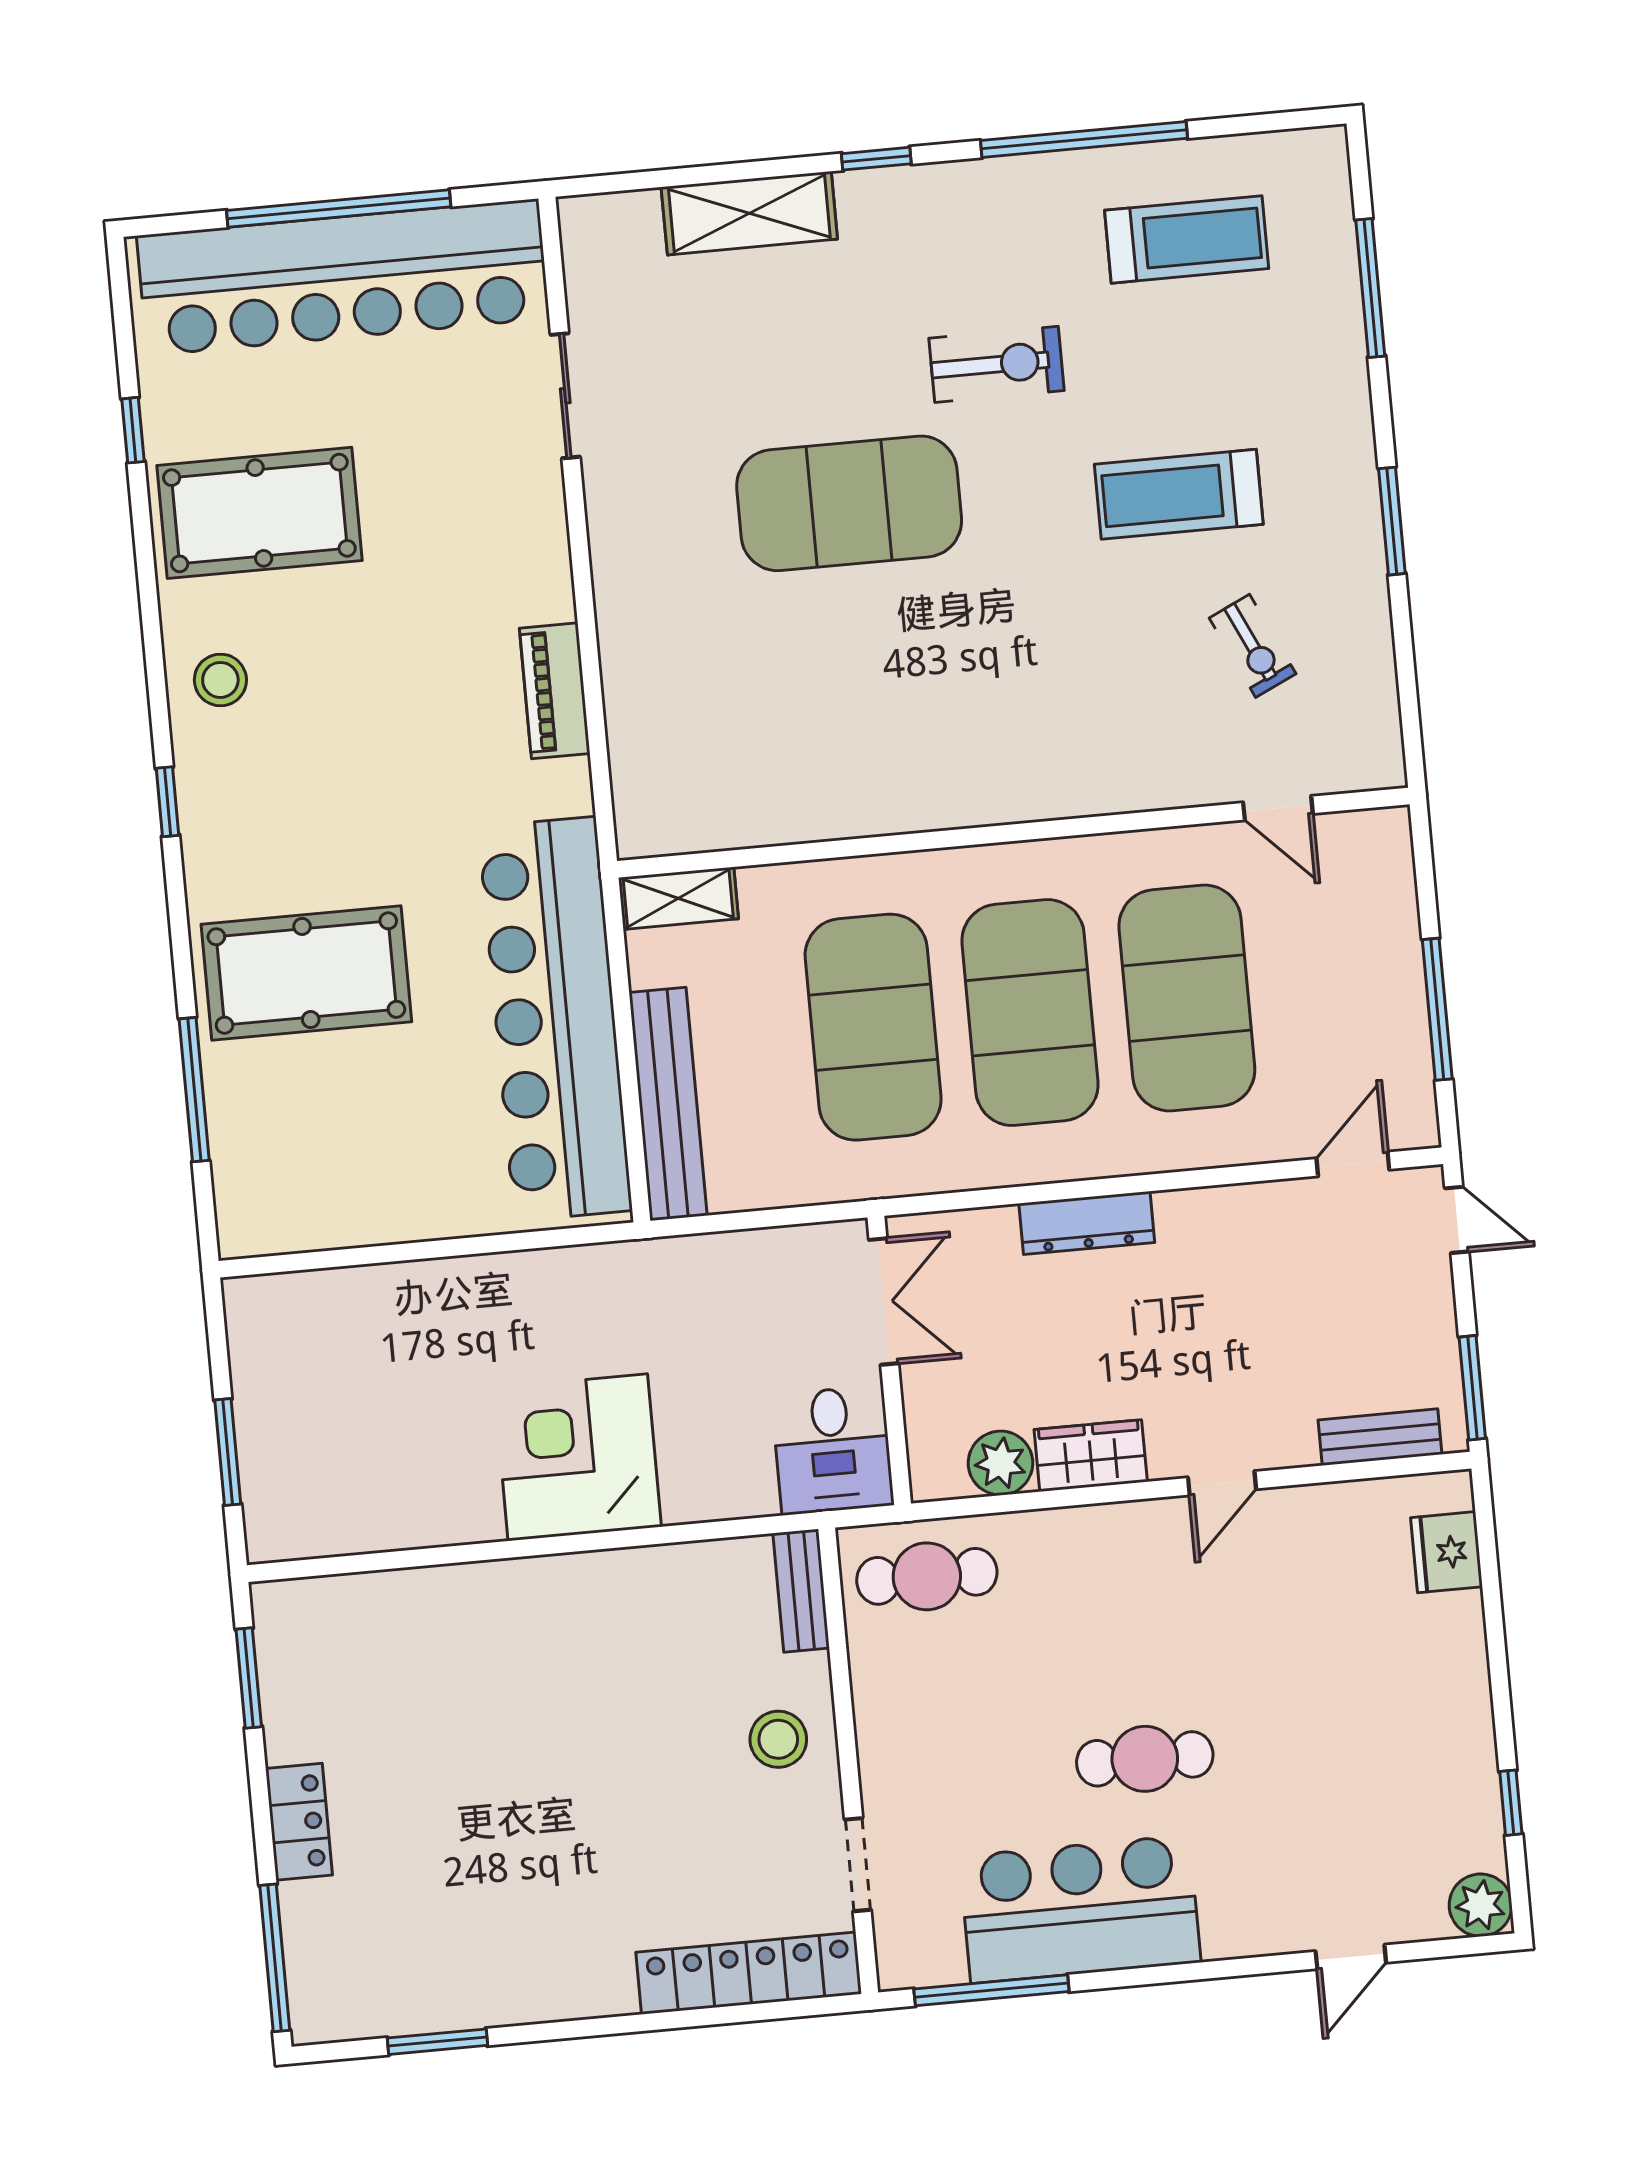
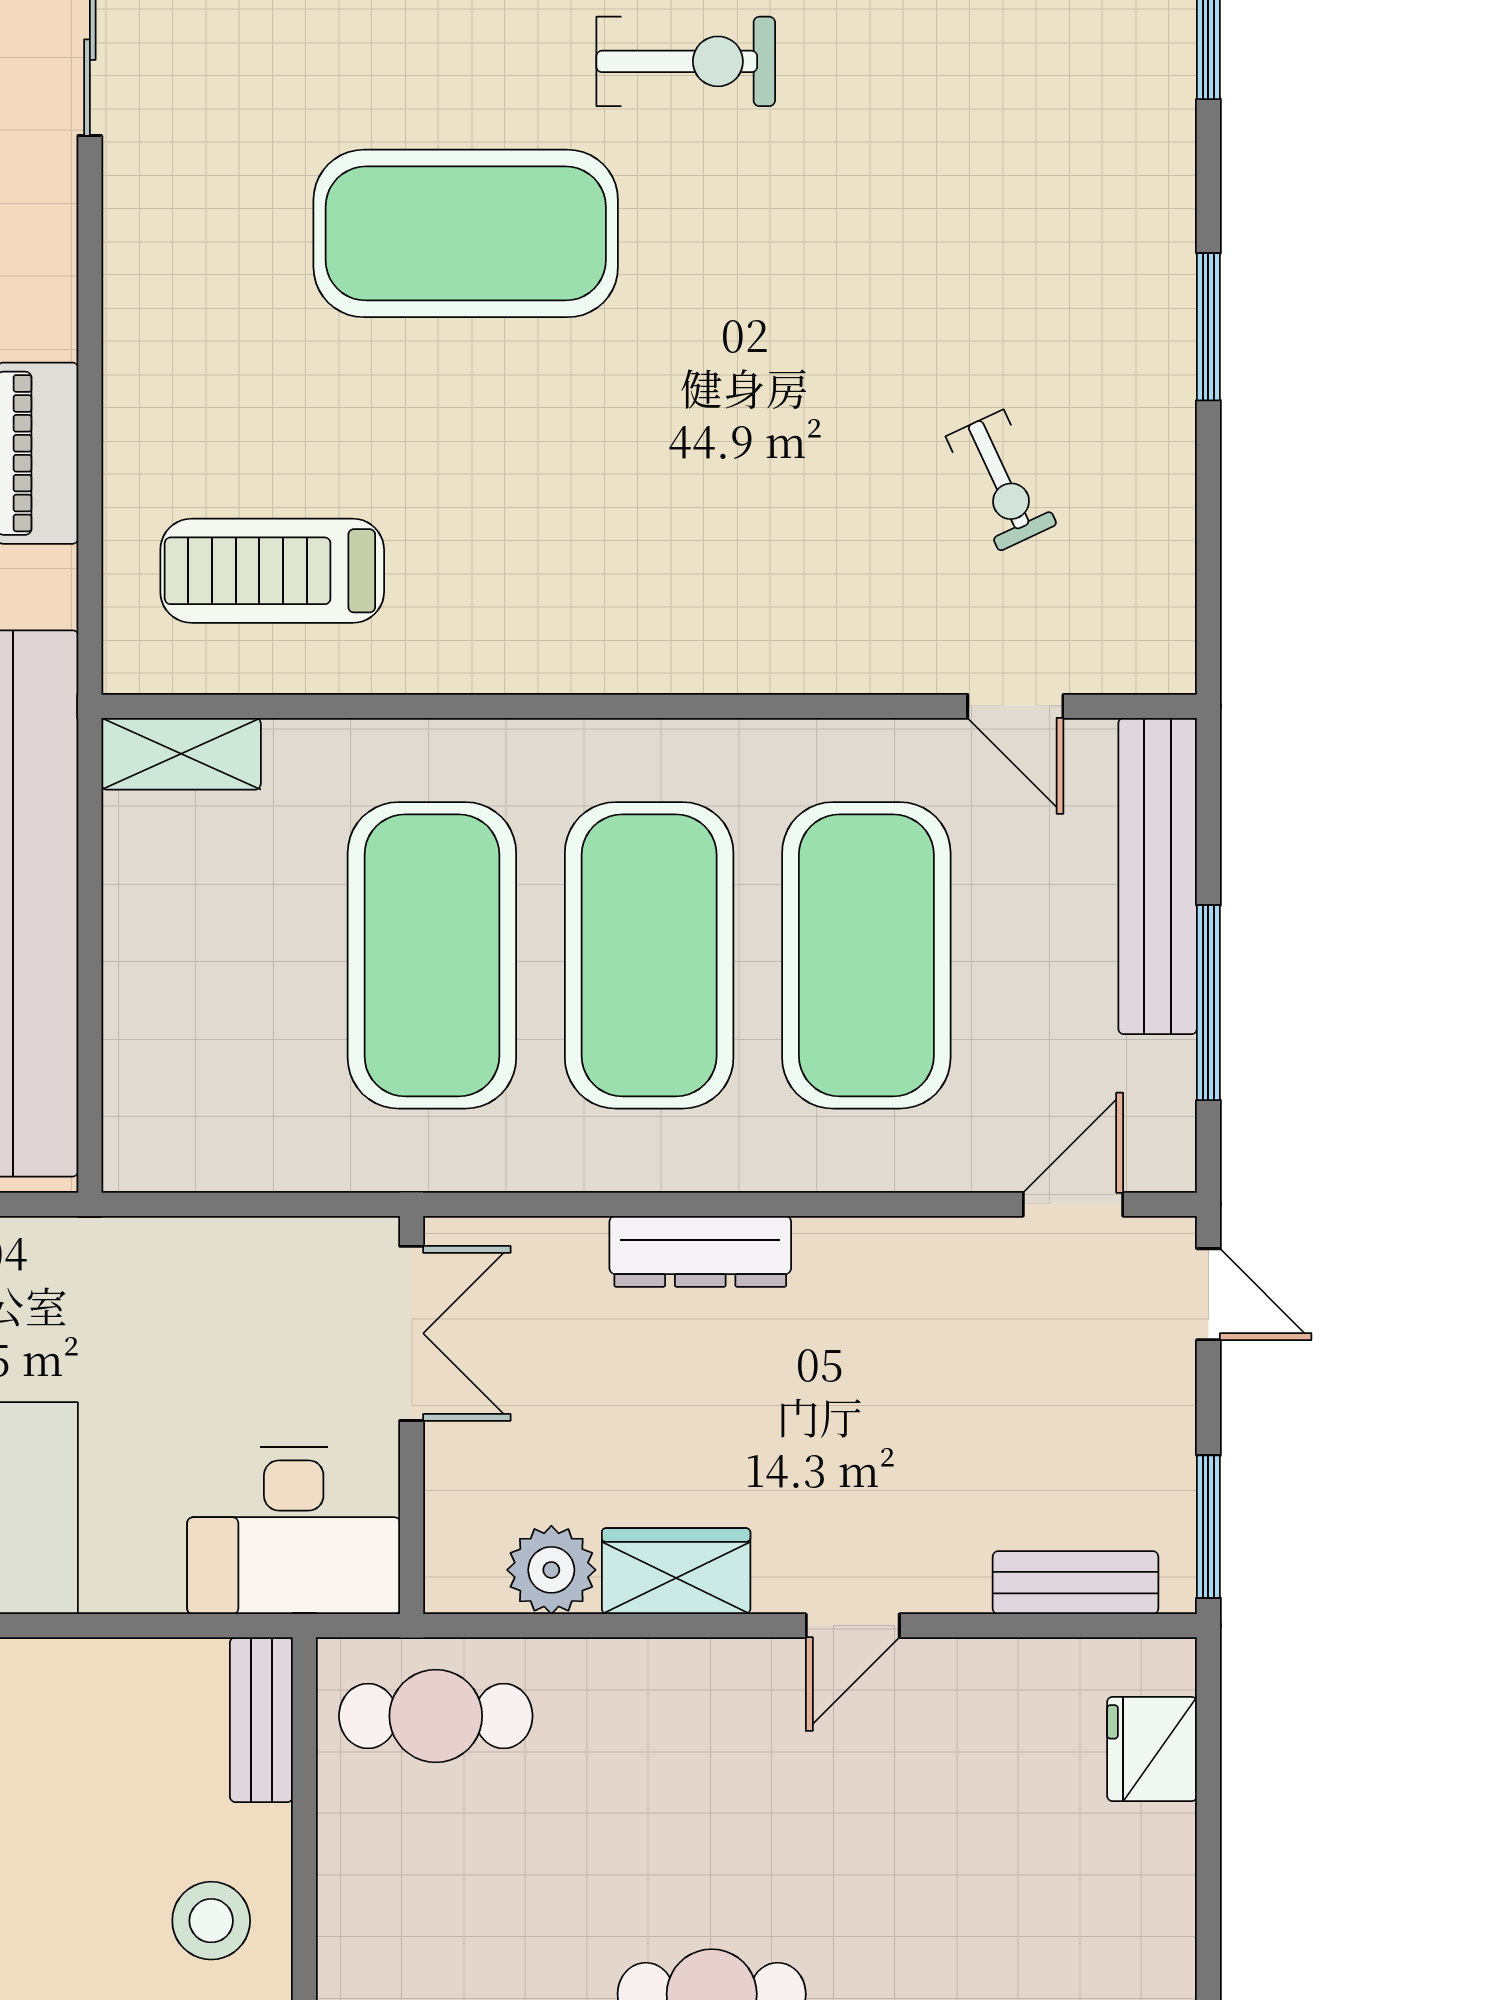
treadmill: (1179, 494) -> (272, 571), moved
bench: (668, 1104) -> (1158, 876), moved
desk: (833, 1450) -> (294, 1531), width x1.37

